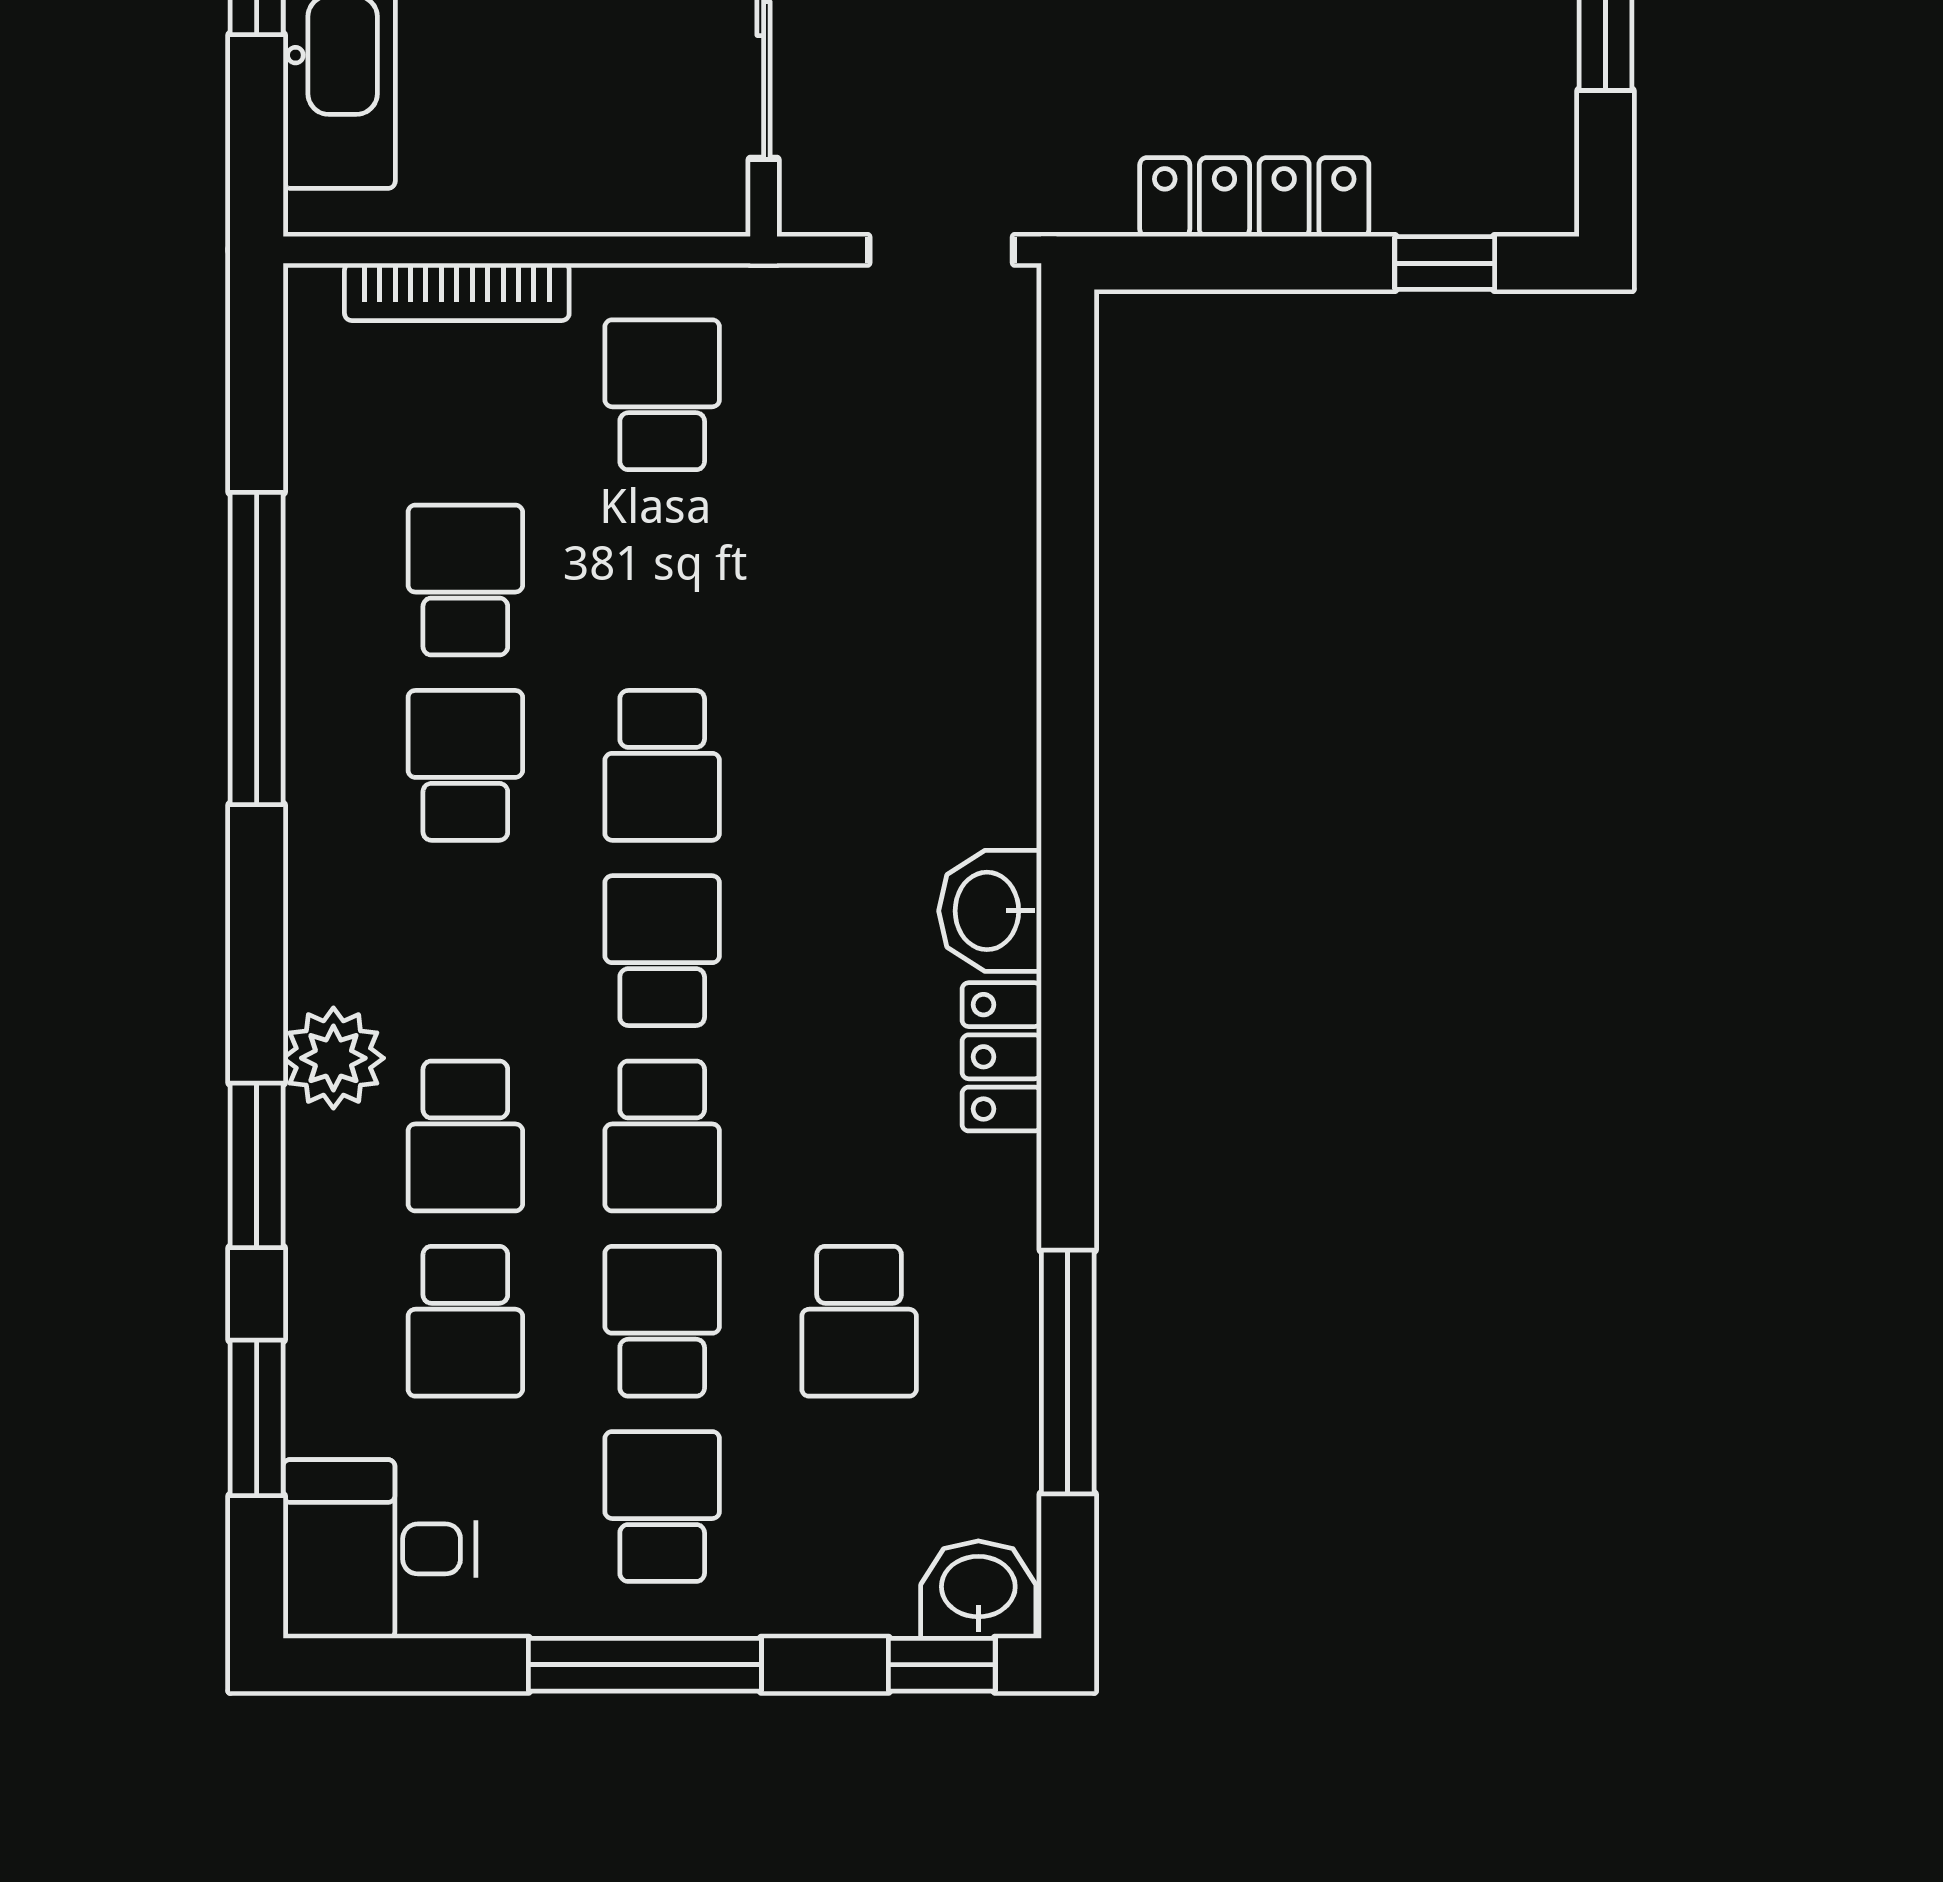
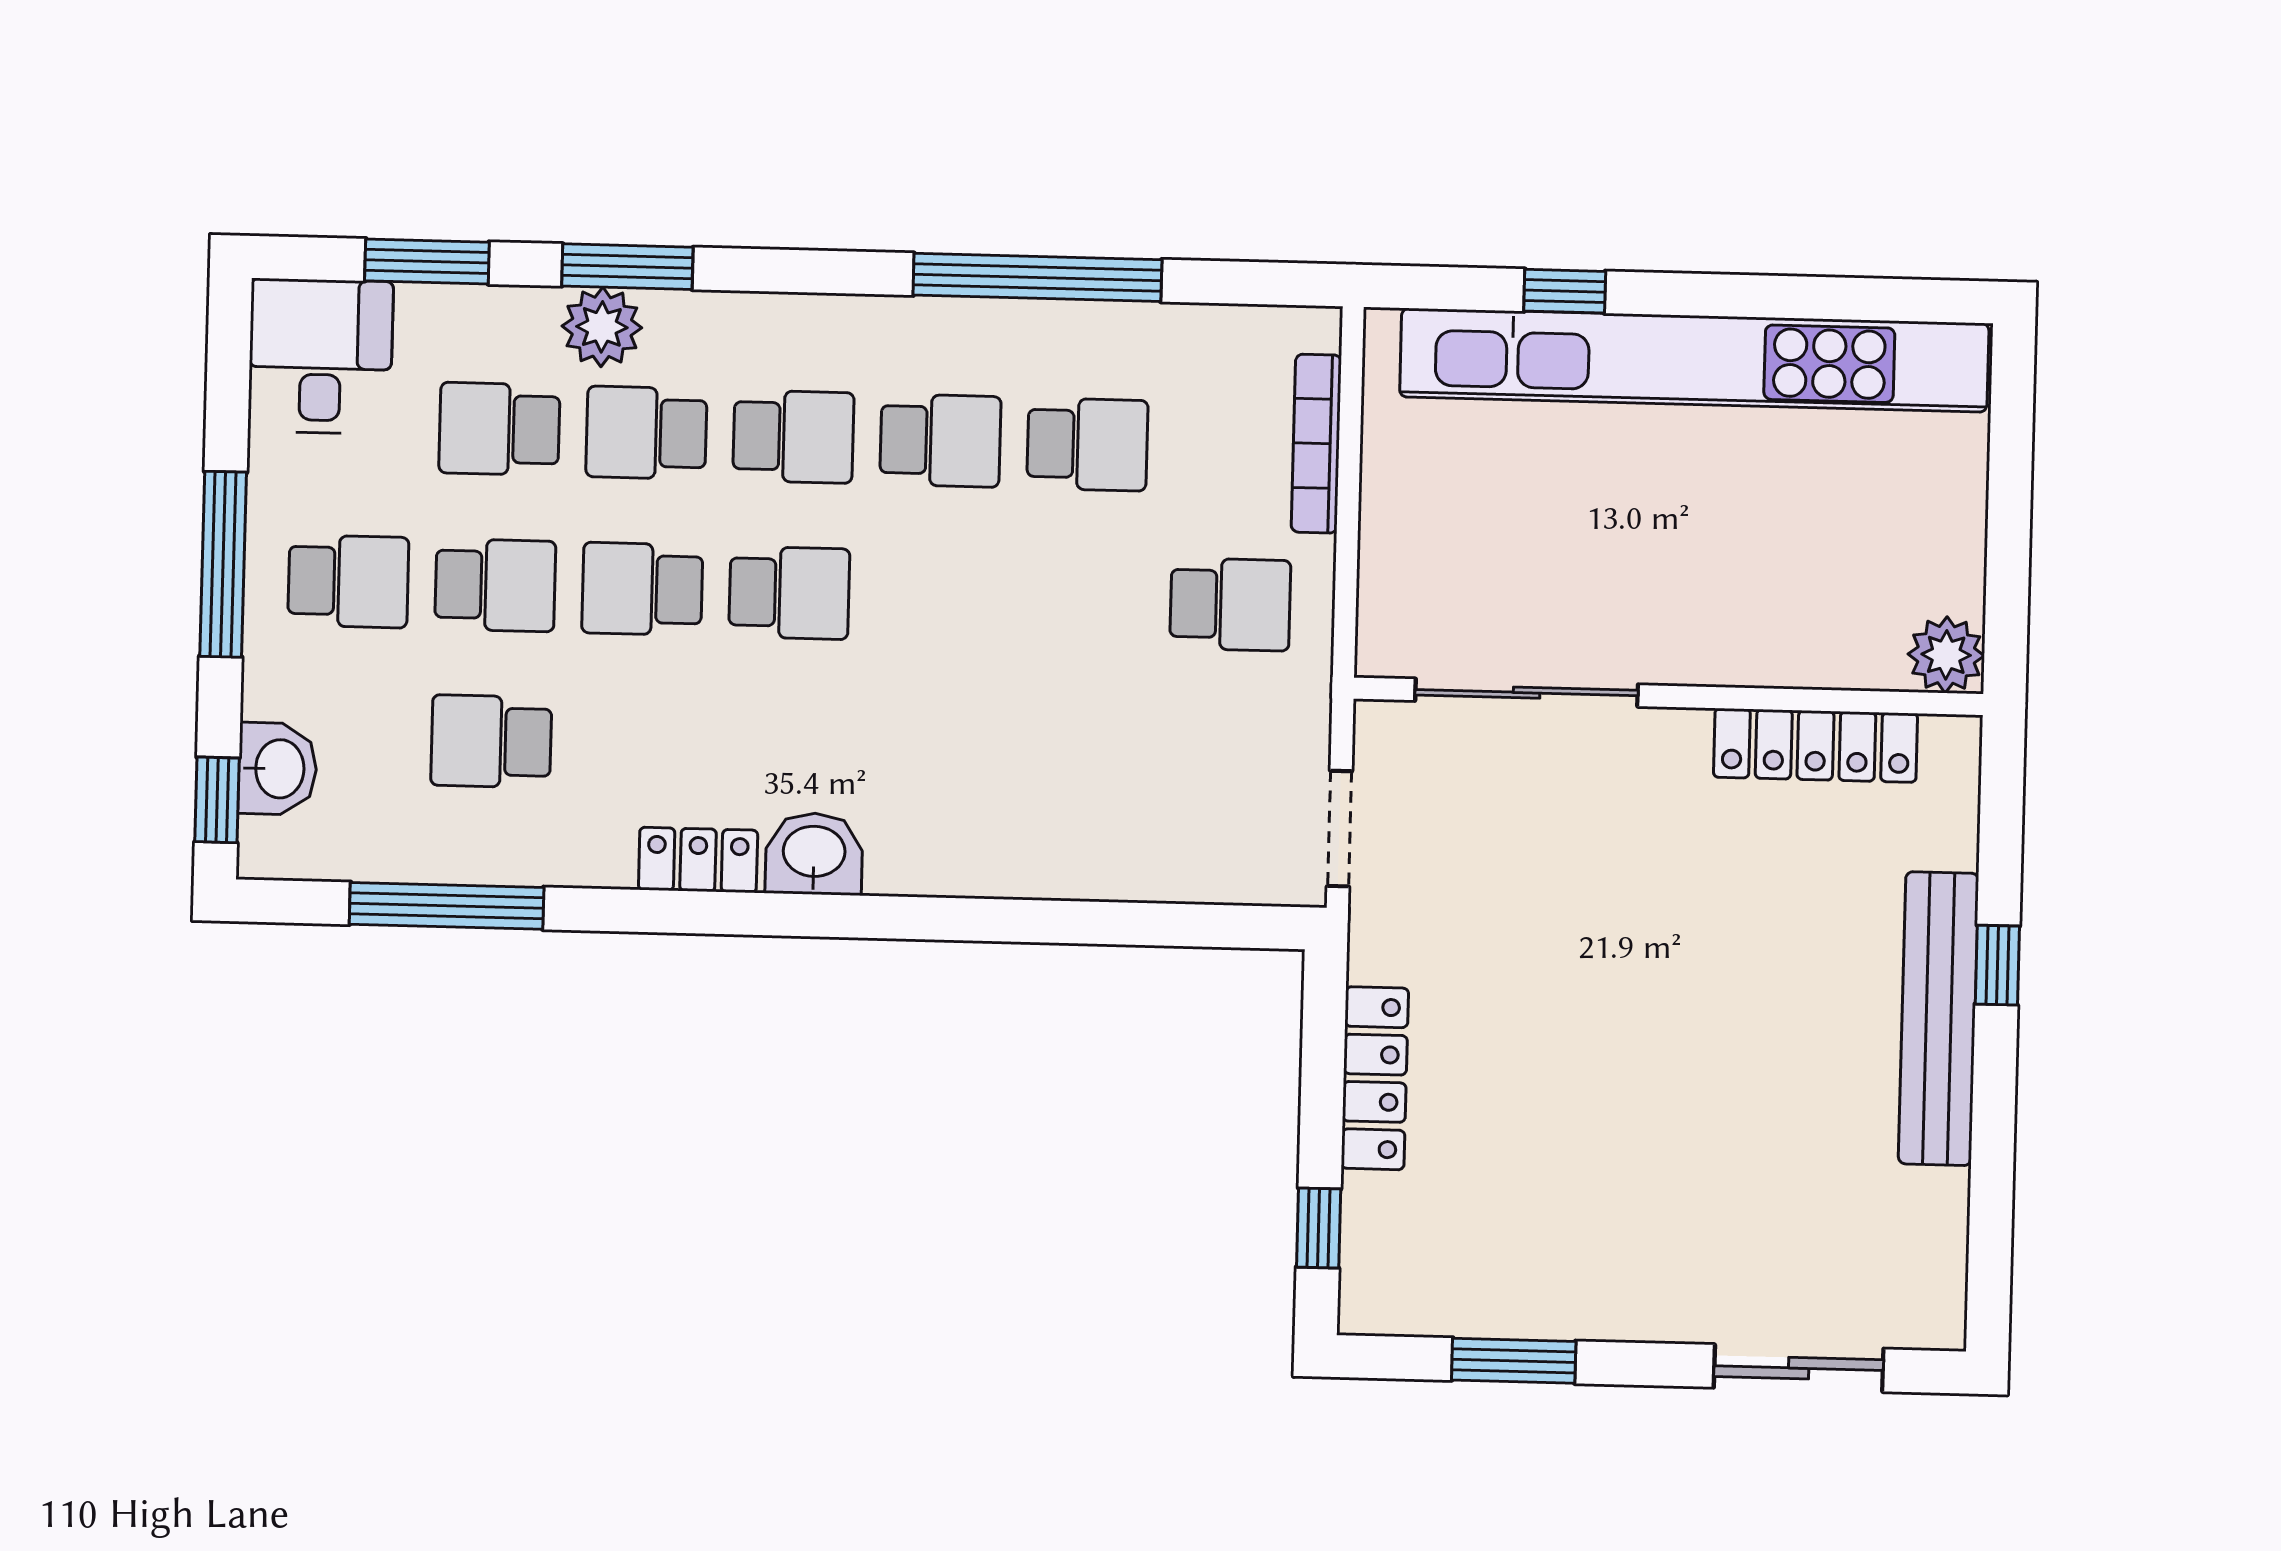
school desk: (662, 765) -> (793, 437), moved, turned 180
plant: (333, 1058) -> (602, 327), moved
washbasin: (978, 1590) -> (278, 769), moved

